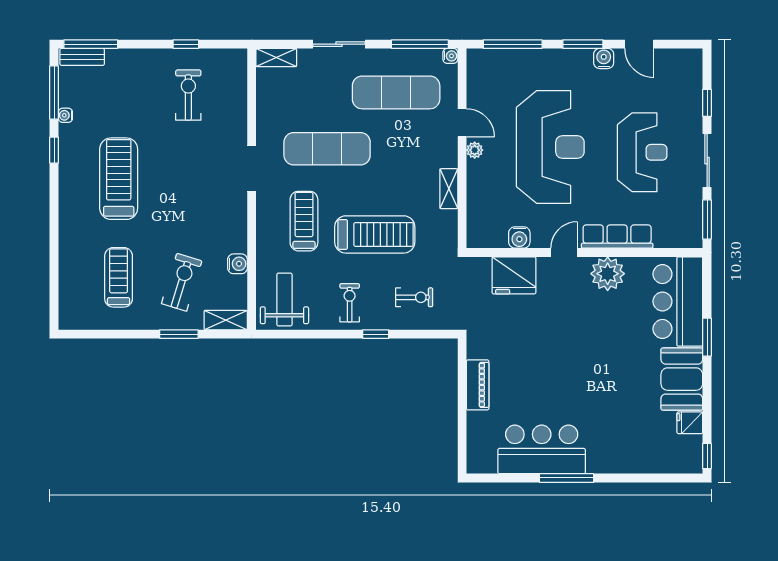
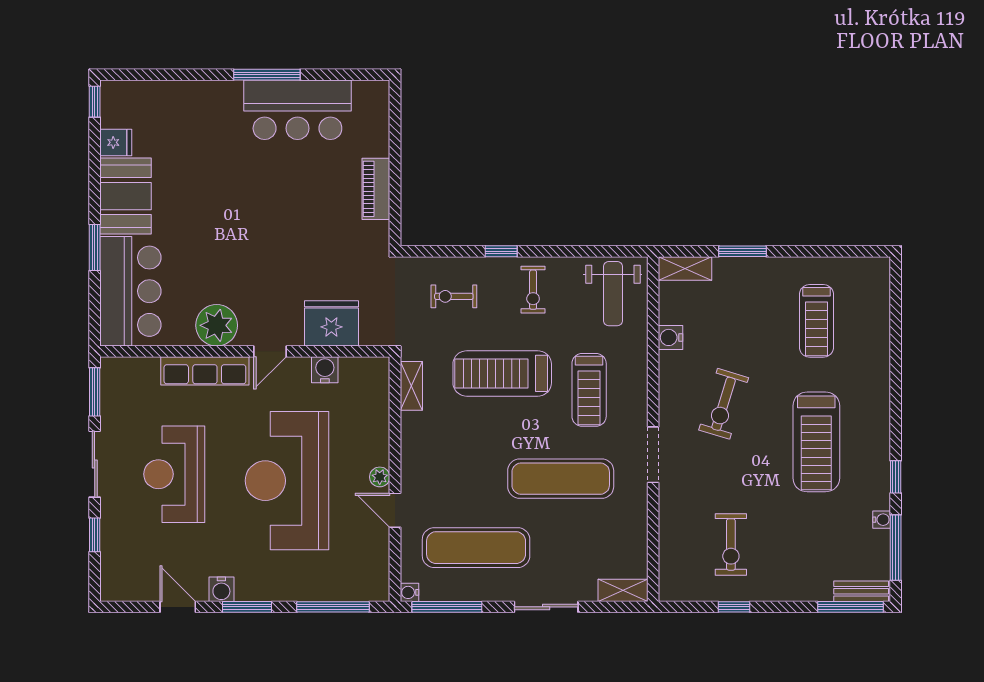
shelving: (449, 189) -> (411, 386), moved
exercise bike: (182, 282) -> (724, 404), moved

